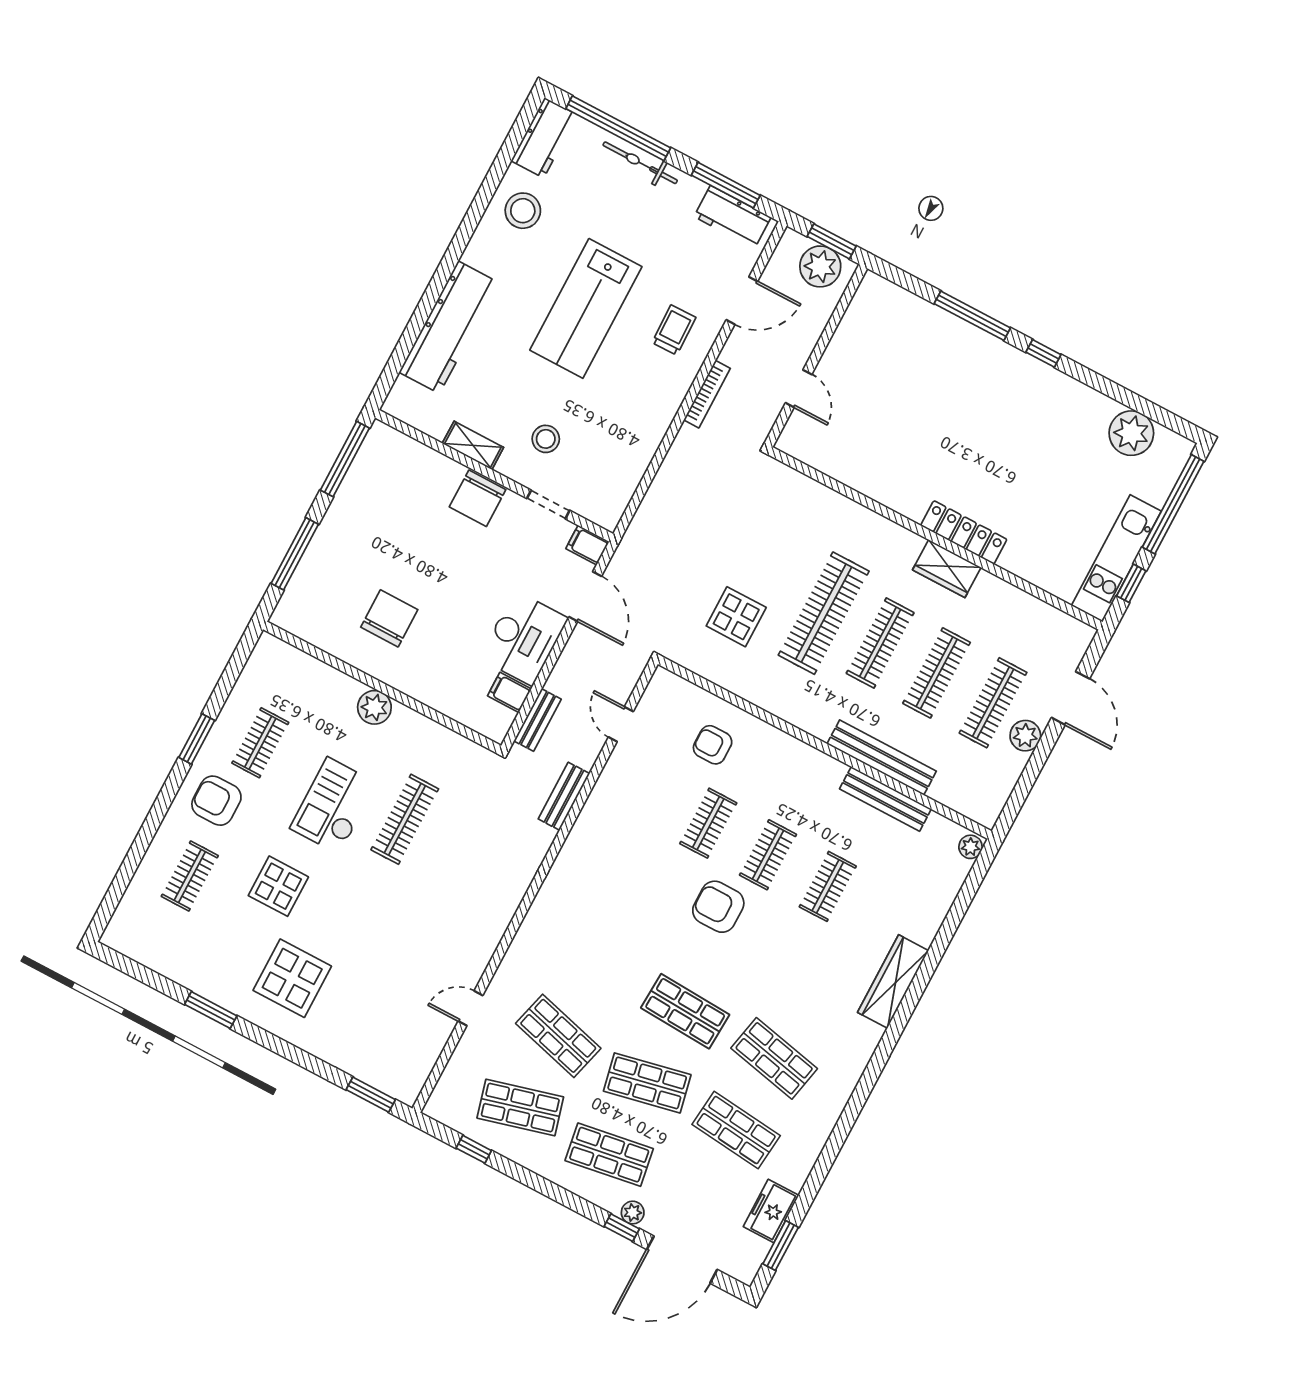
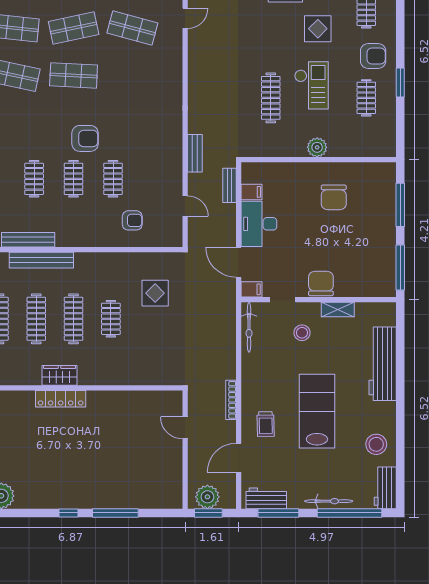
bicycle: (621, 490) -> (249, 327), added
clothes rail: (824, 613) -> (111, 319), width x0.54, depth x0.76

